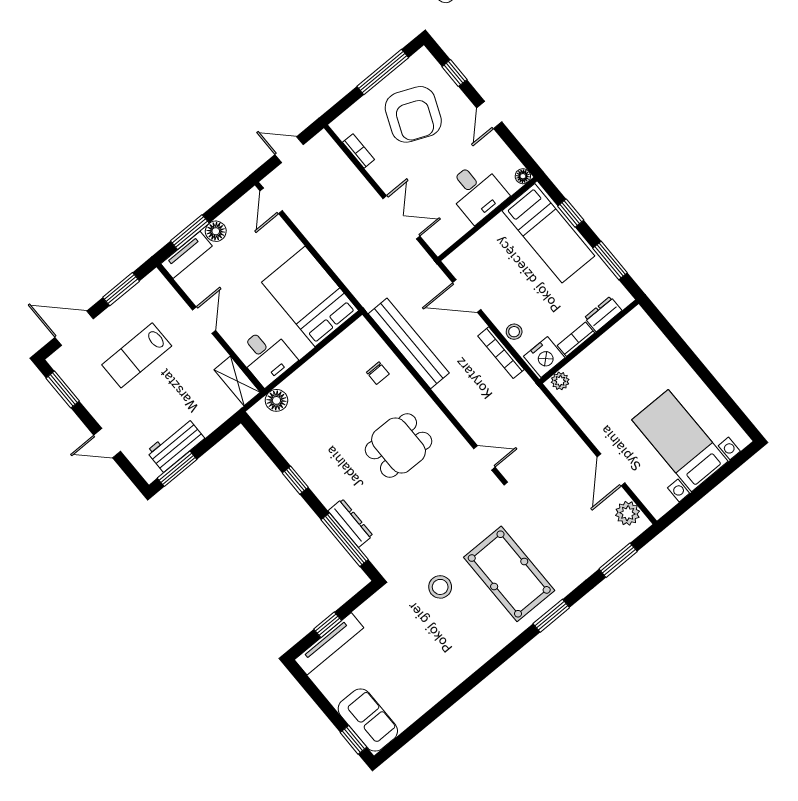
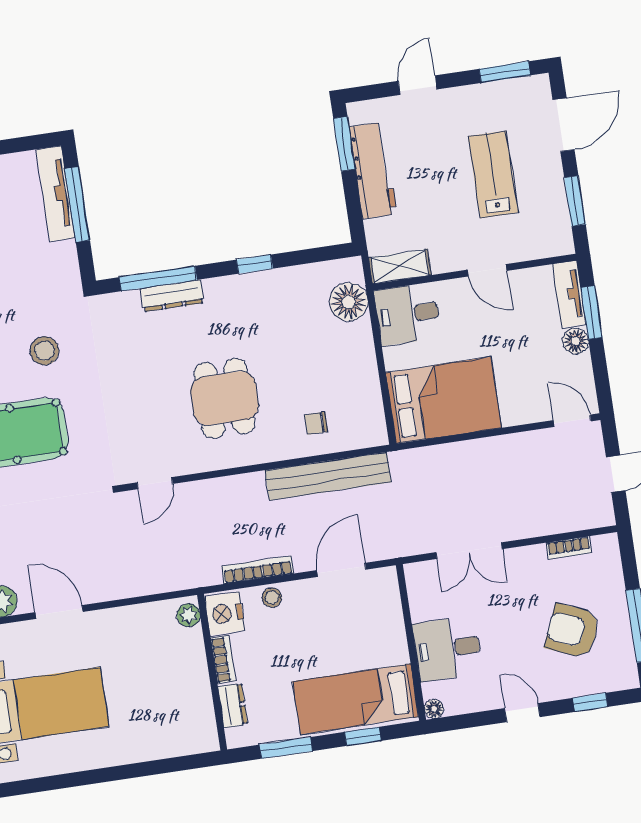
armchair: (413, 114) -> (572, 631), width x0.73, depth x0.73
floor lamp: (276, 400) -> (349, 302), width x1.38, depth x1.38
workbench: (175, 445) -> (373, 170), width x1.38
window: (328, 625) -> (77, 204), width x2.17

